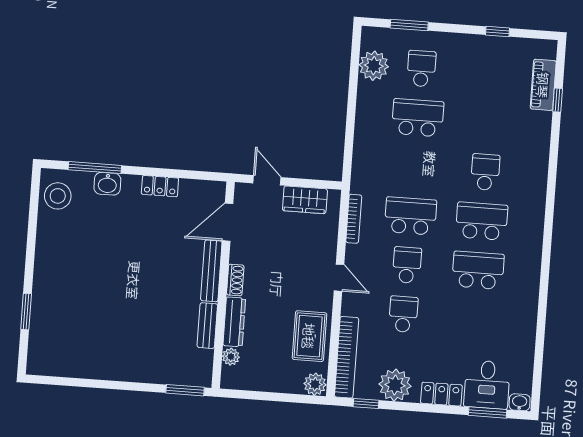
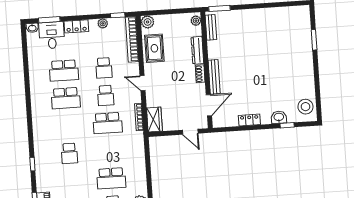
window: (553, 162) -> (32, 164), added
window: (95, 168) -> (287, 125), width x0.46
wardrobe: (305, 200) -> (154, 120), moved, turned 90
school desk: (482, 221) -> (64, 70), moved
bench: (207, 326) -> (211, 27), moved
plant: (231, 357) -> (196, 21), moved
plant: (395, 385) -> (103, 23), width x0.53, depth x0.53

